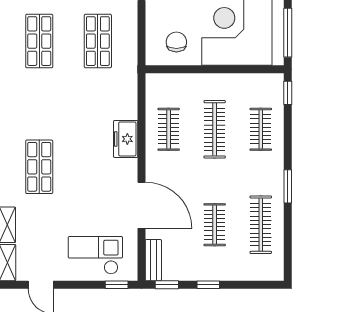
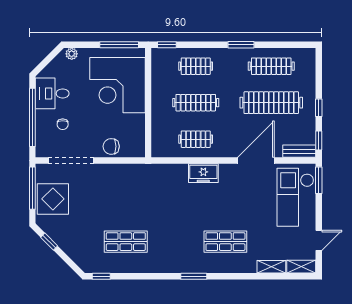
shop shelf: (98, 41) -> (126, 195), removed
chair: (176, 42) -> (111, 146), moved
clothes rail: (215, 225) -> (271, 103), width x1.86, depth x1.31
checkout: (95, 255) -> (295, 197), width x1.36, depth x1.21
window: (117, 285) -> (319, 180), width x1.50

